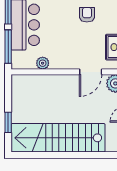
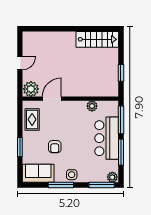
window: (8, 122) -> (121, 73), moved
stairs: (58, 138) -> (97, 39), width x0.54, depth x0.66

